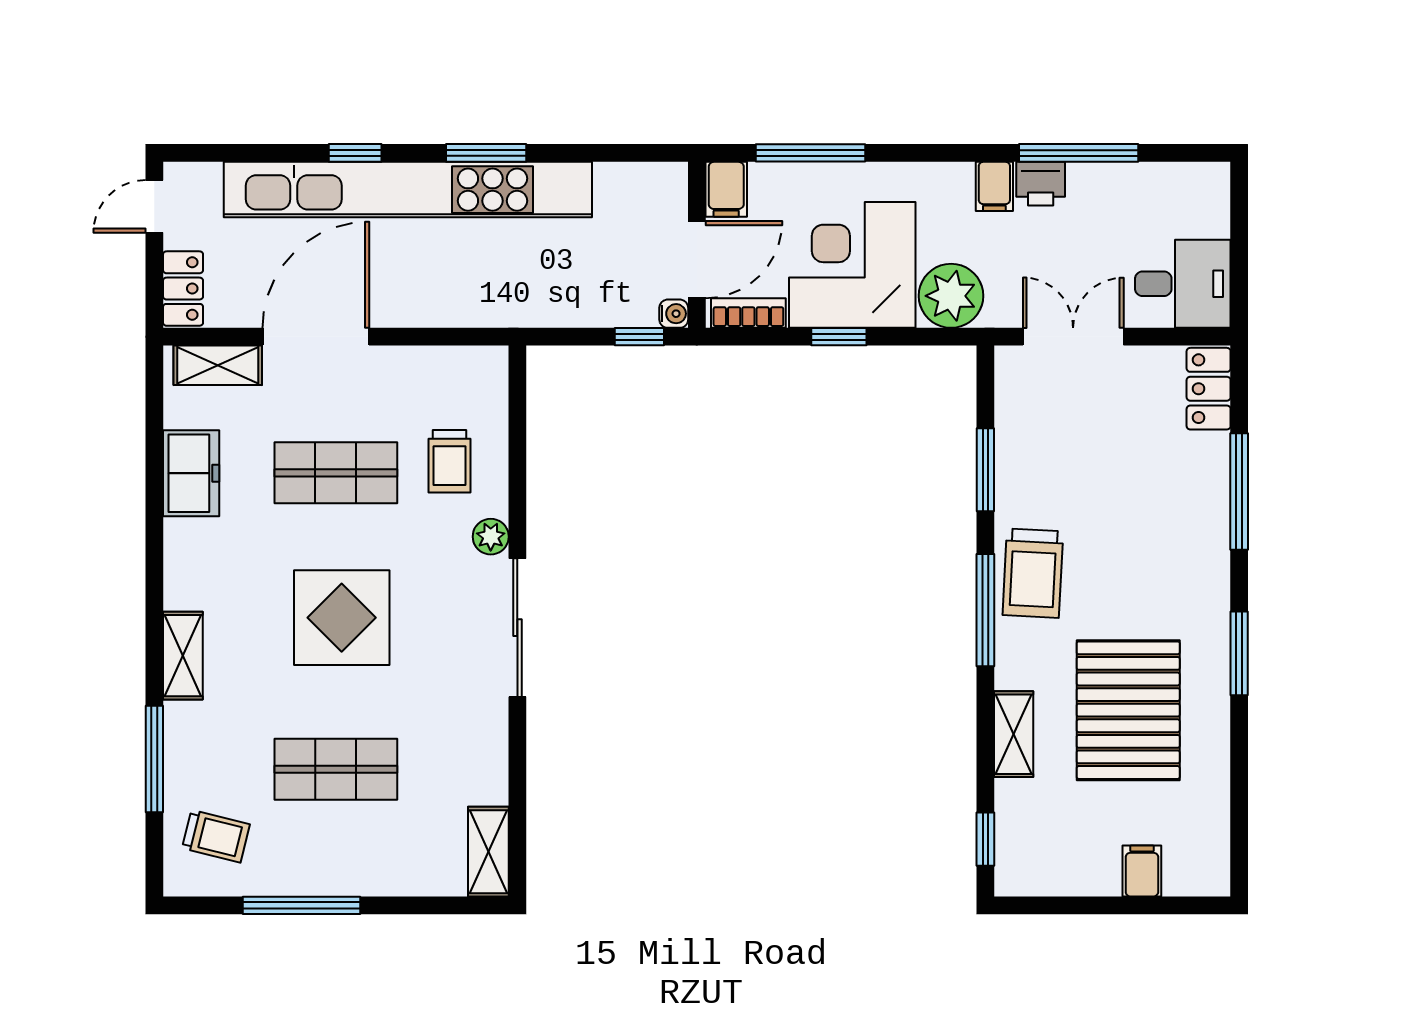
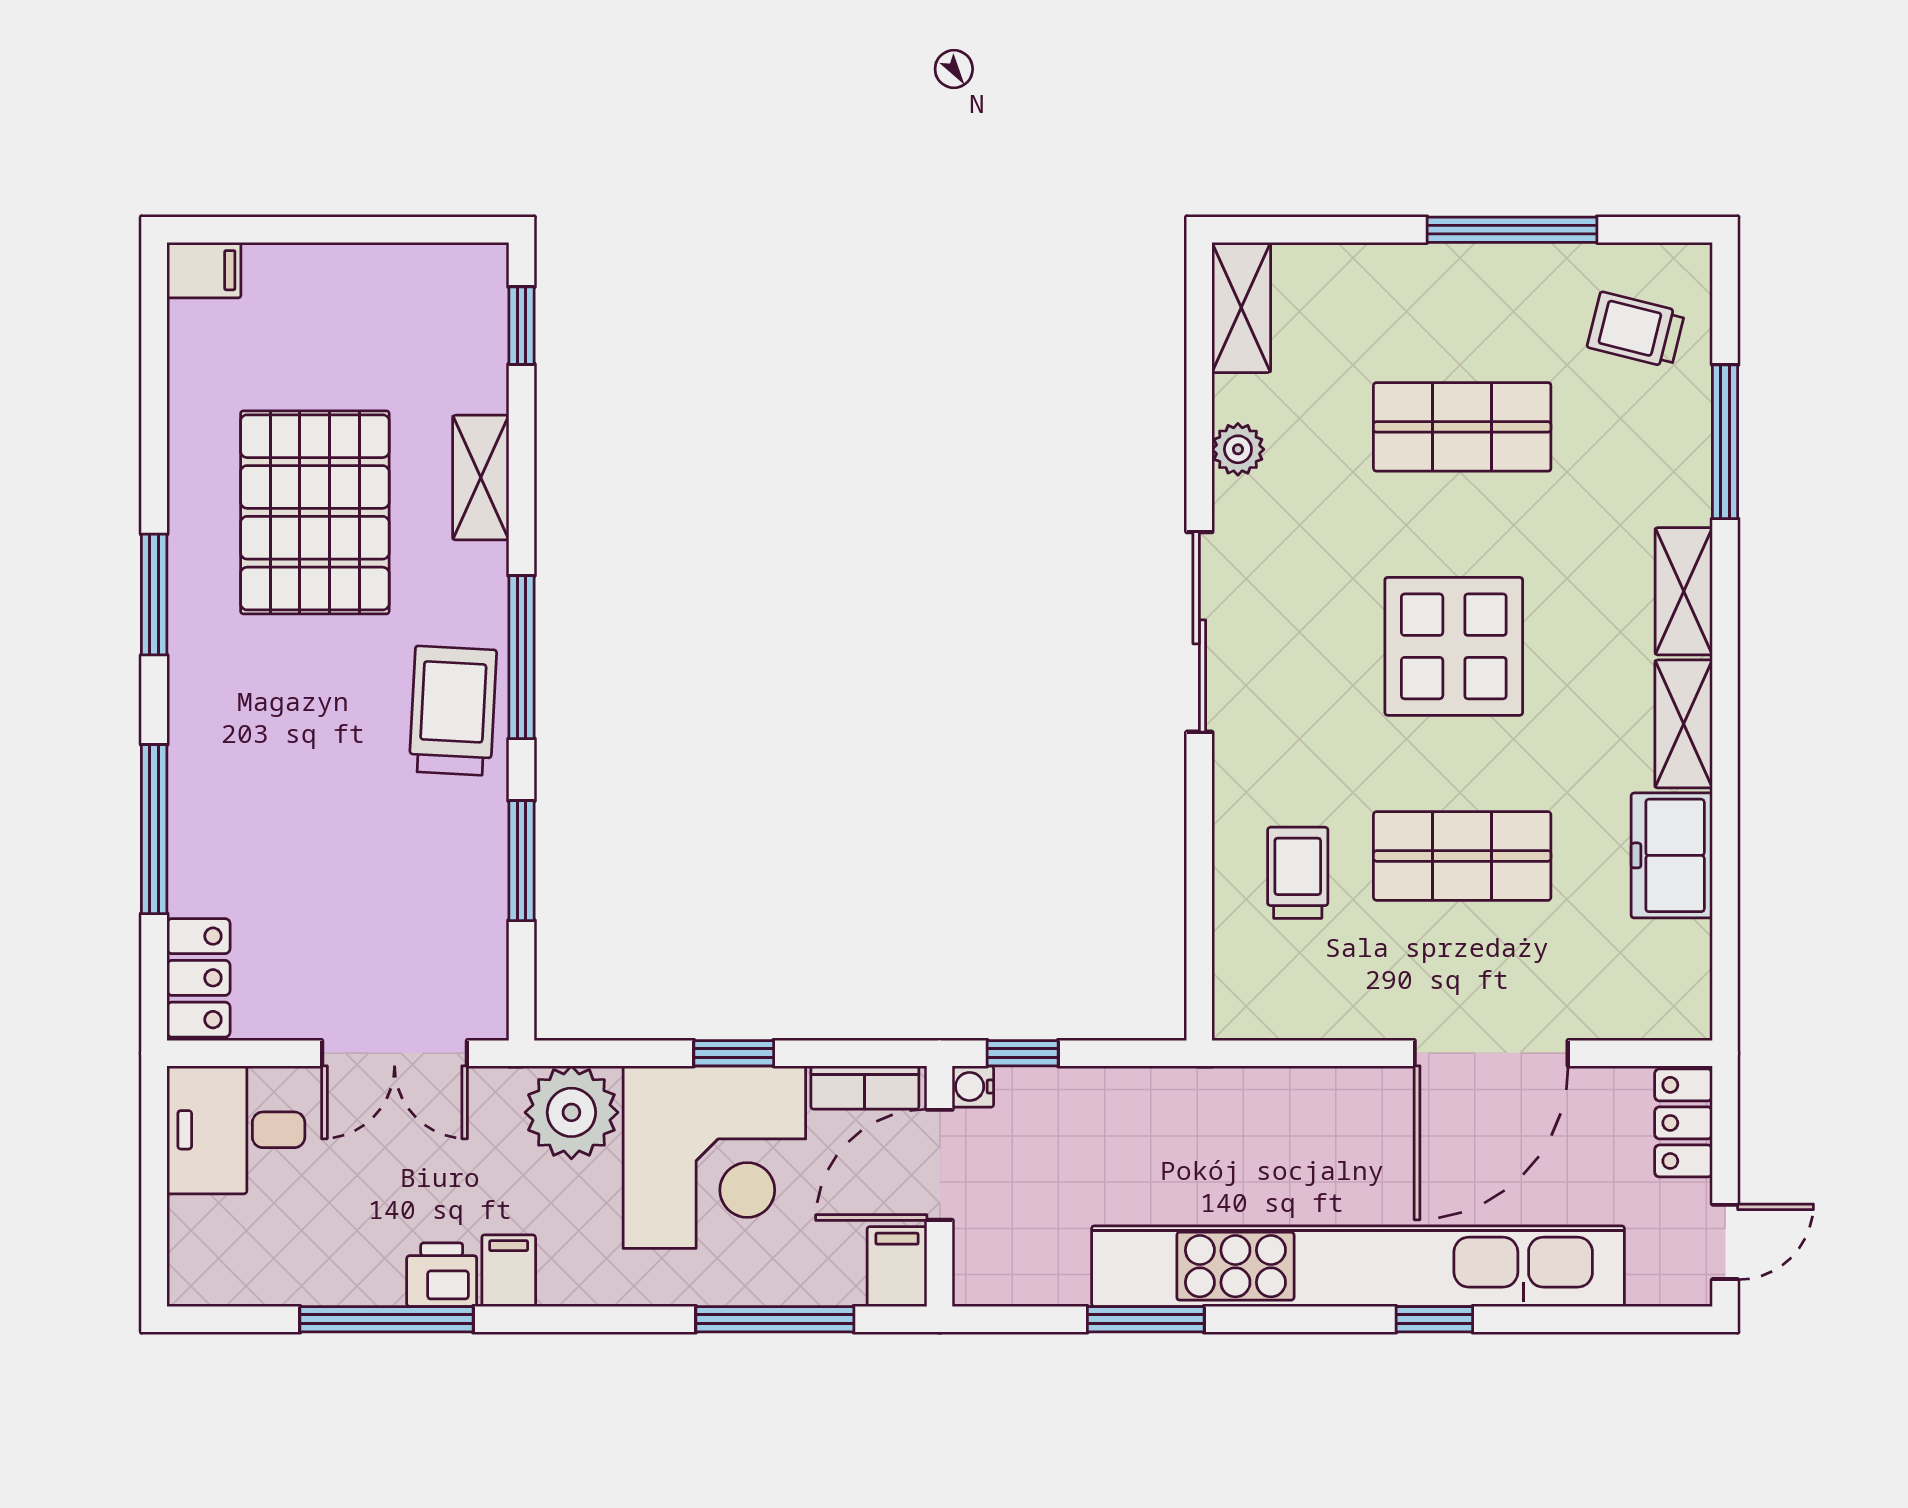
window: (486, 153) -> (1146, 1319), moved
shelving: (218, 365) -> (1684, 724), moved, turned 90
plant: (491, 537) -> (1238, 449), moved
filing cabinet: (1142, 871) -> (204, 270), moved, turned -90

